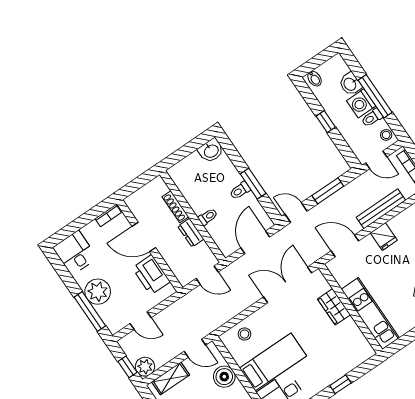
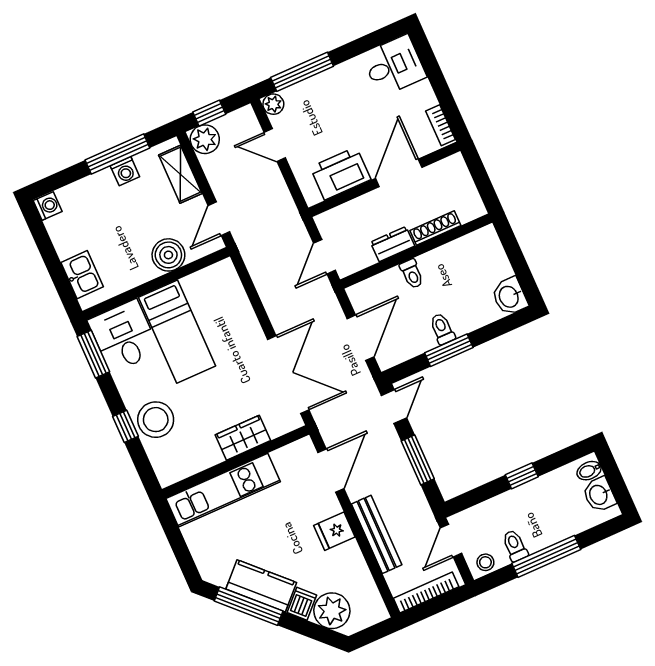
washbasin: (350, 84) -> (599, 495), moved, turned -90
washing machine: (361, 103) -> (539, 533), removed
door: (255, 242) -> (361, 338), hinge flipped
plant: (98, 292) -> (273, 104), moved, width x0.53, depth x0.53
door: (141, 321) -> (275, 145), hinge flipped
stool: (245, 334) -> (156, 420), moved, width x1.89, depth x1.89

